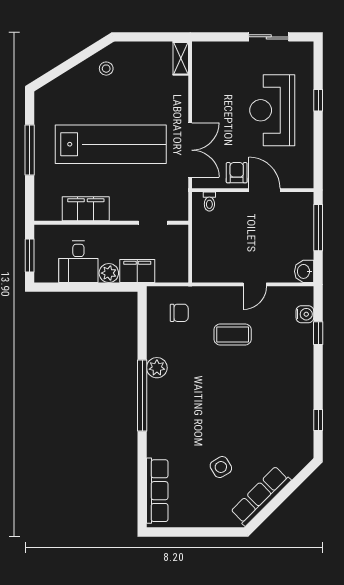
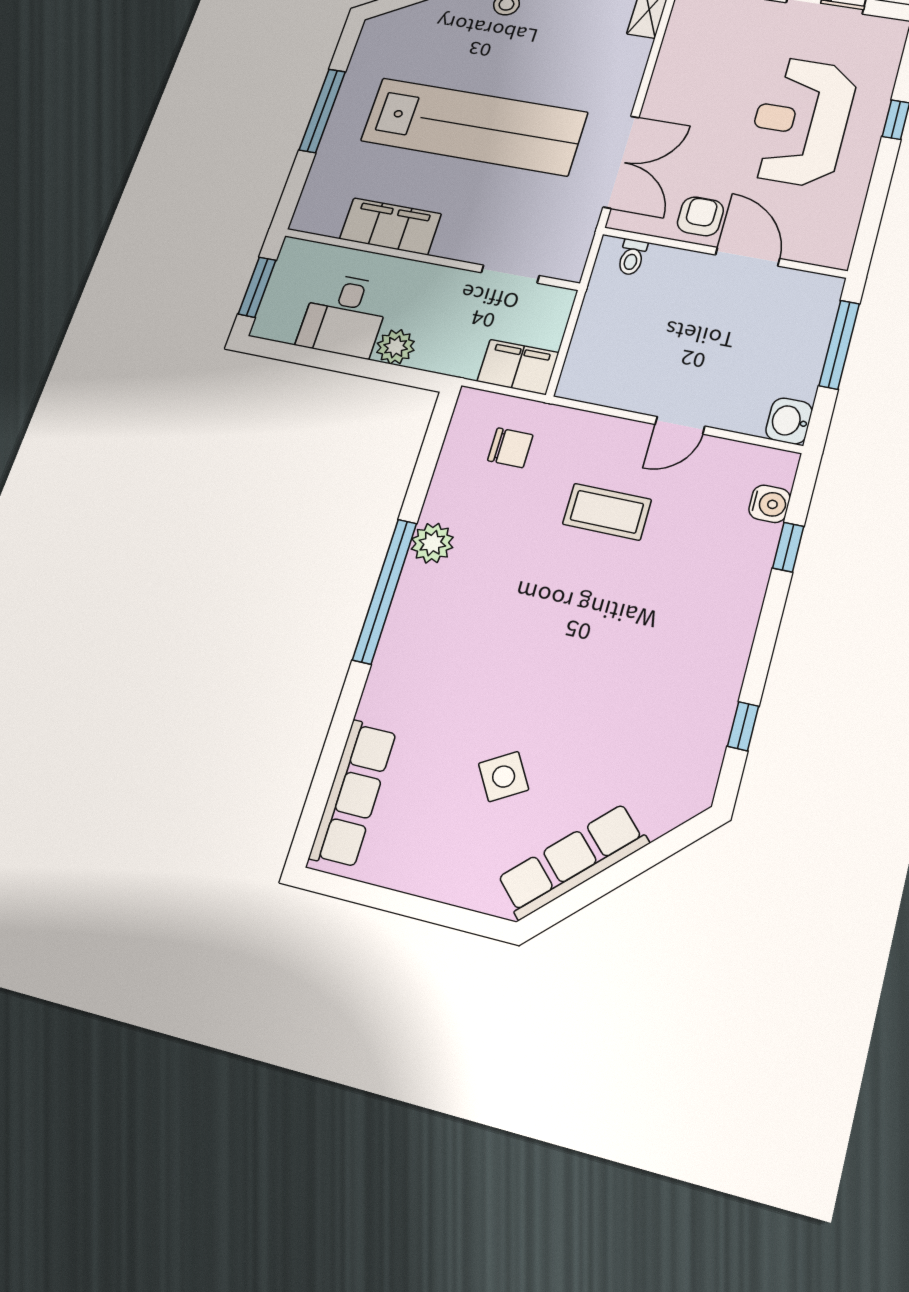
filing cabinet: (137, 271) -> (518, 367), moved

